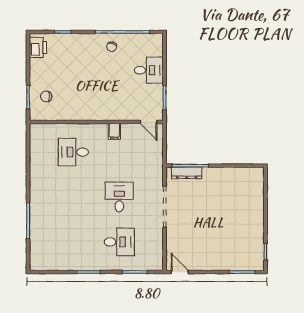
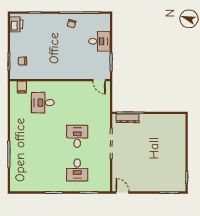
filing cabinet: (114, 131) -> (22, 87), moved
desk: (119, 242) -> (77, 170), turned 90

